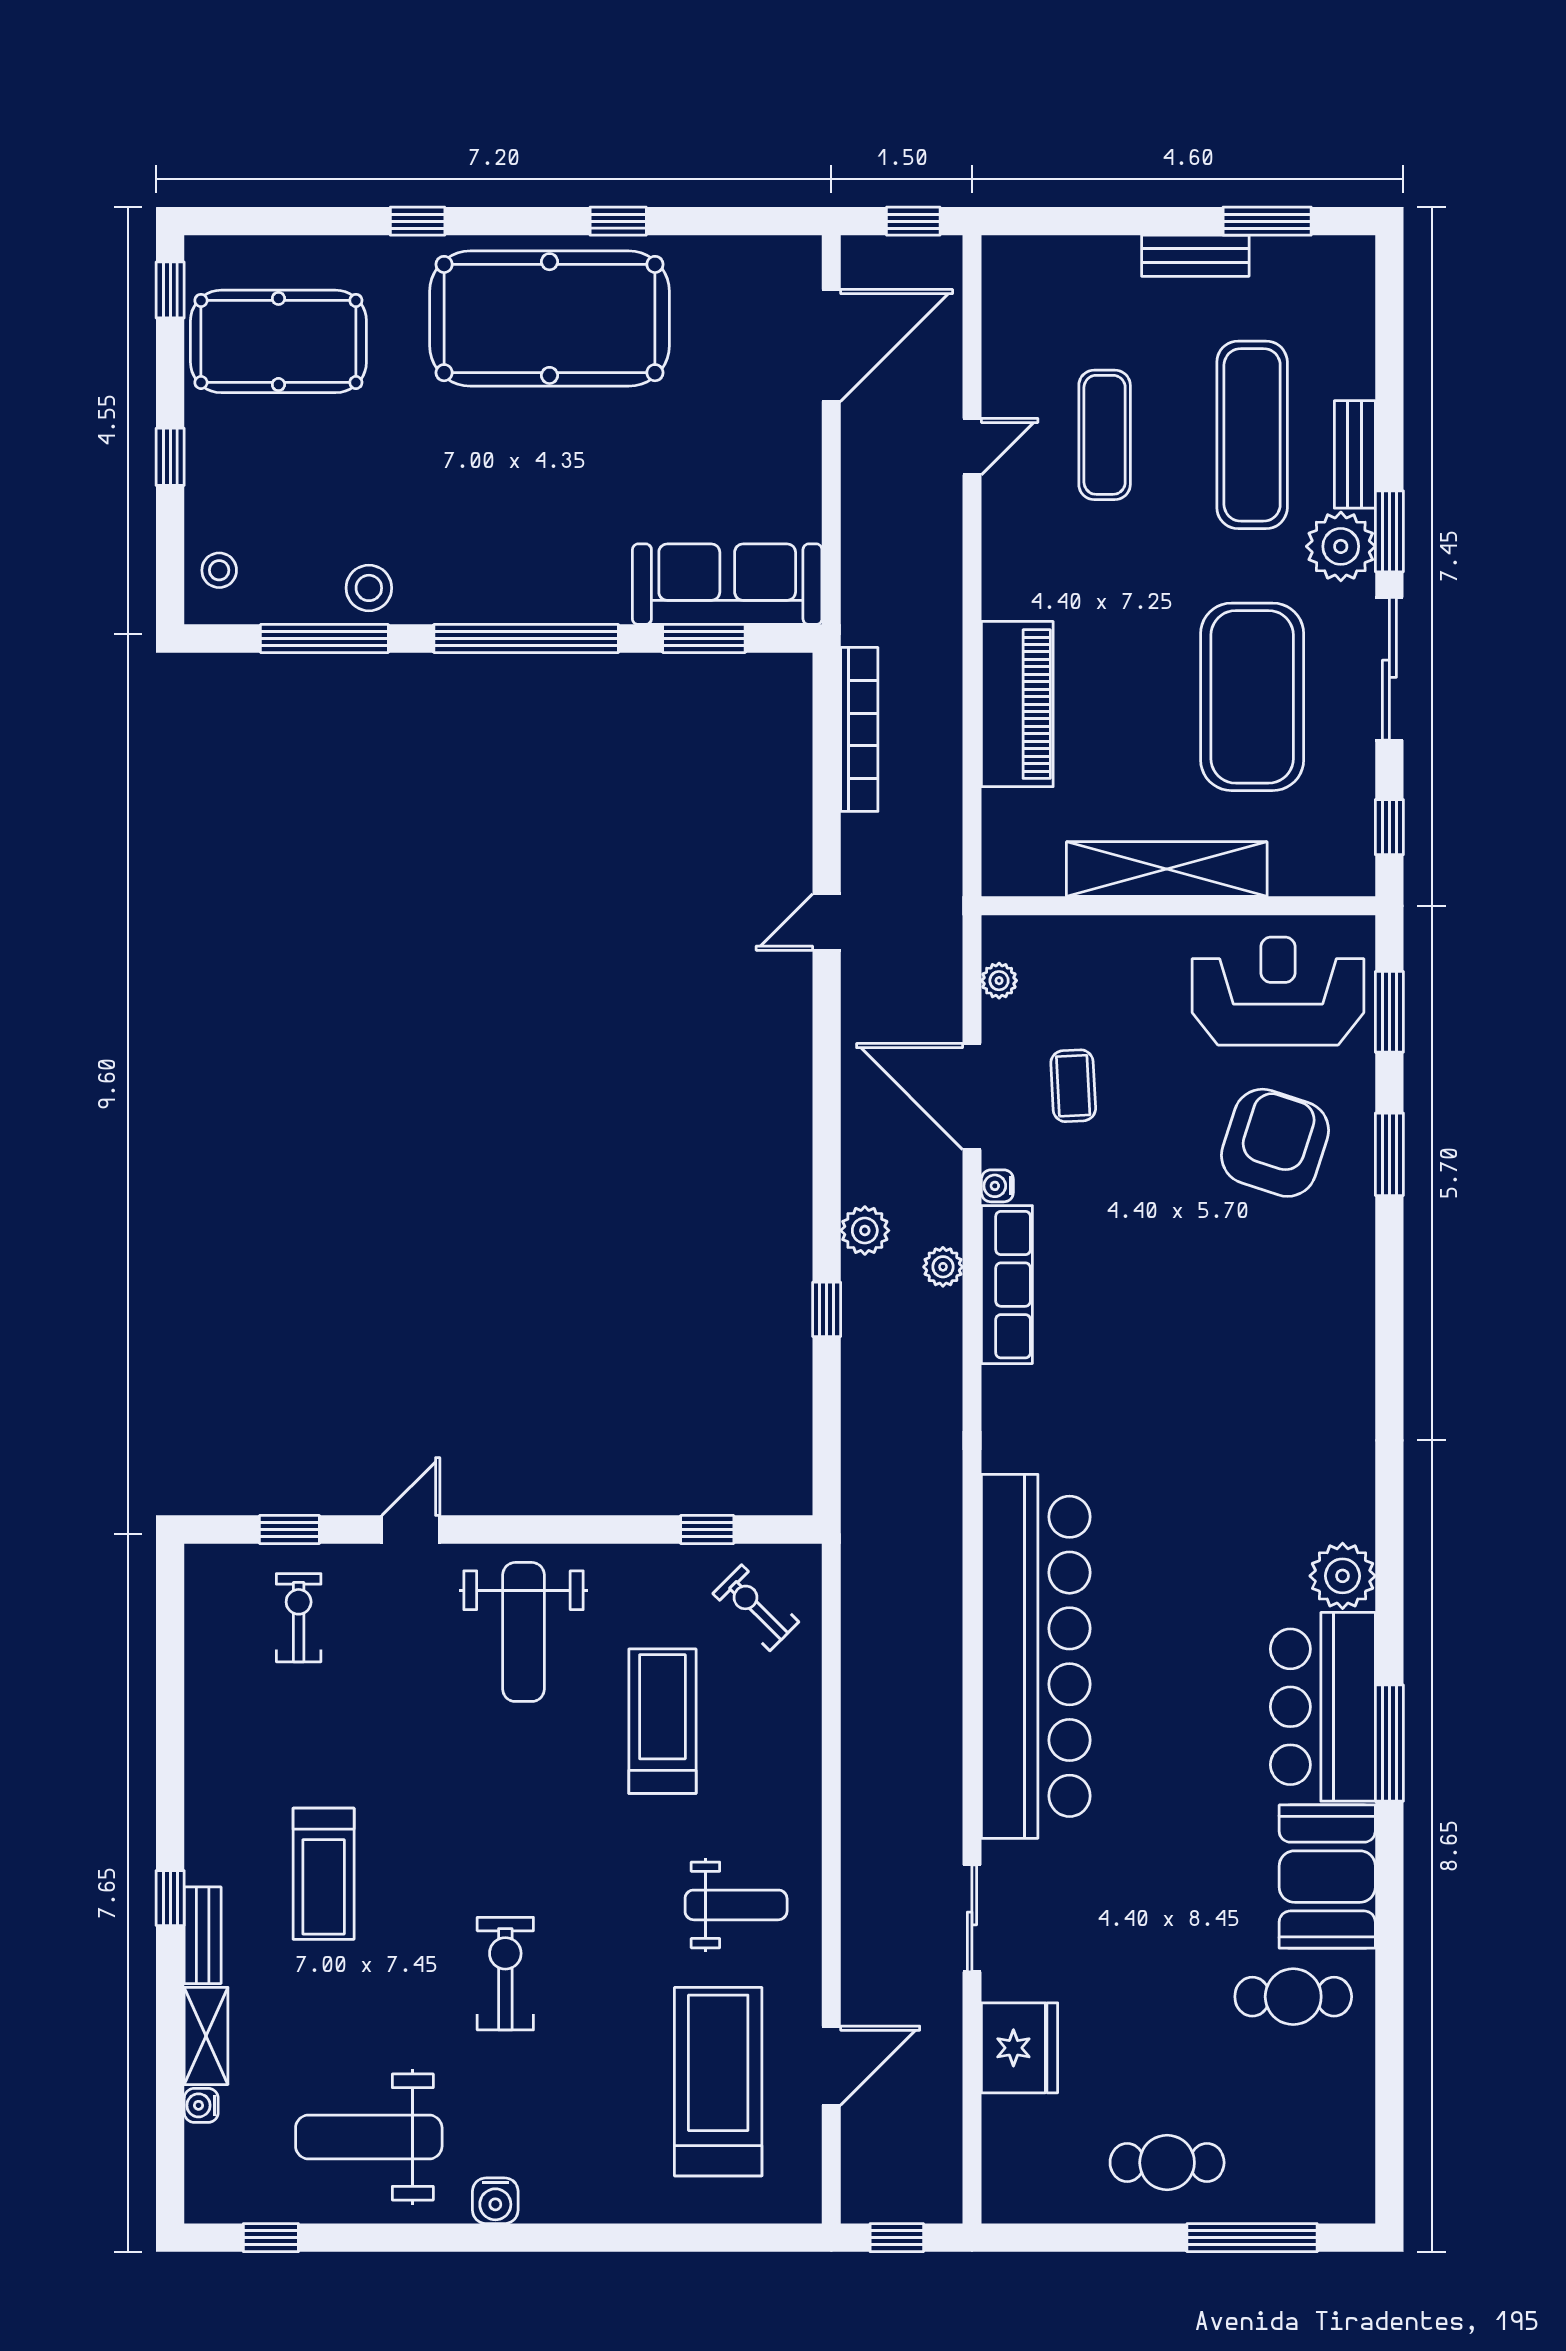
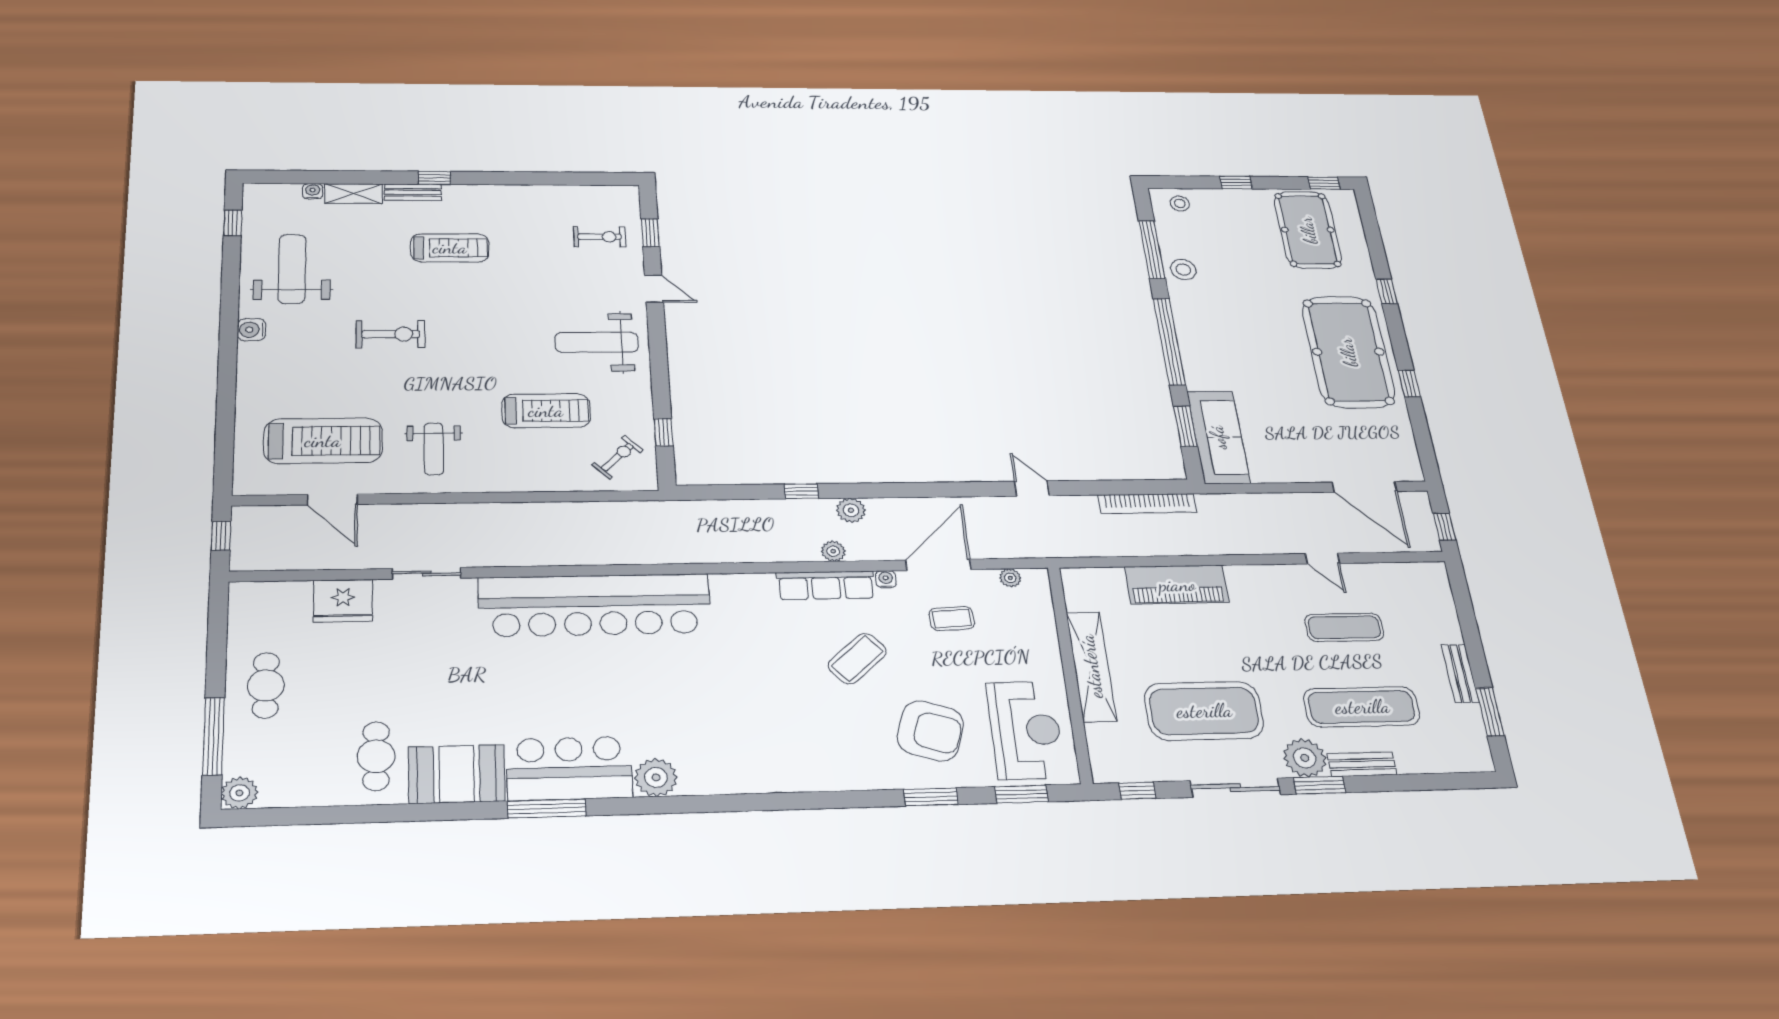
coffee table: (1143, 1246) -> (857, 659), added
treadmill: (324, 1874) -> (450, 248), turned 180
plant: (1349, 2197) -> (239, 793), added

